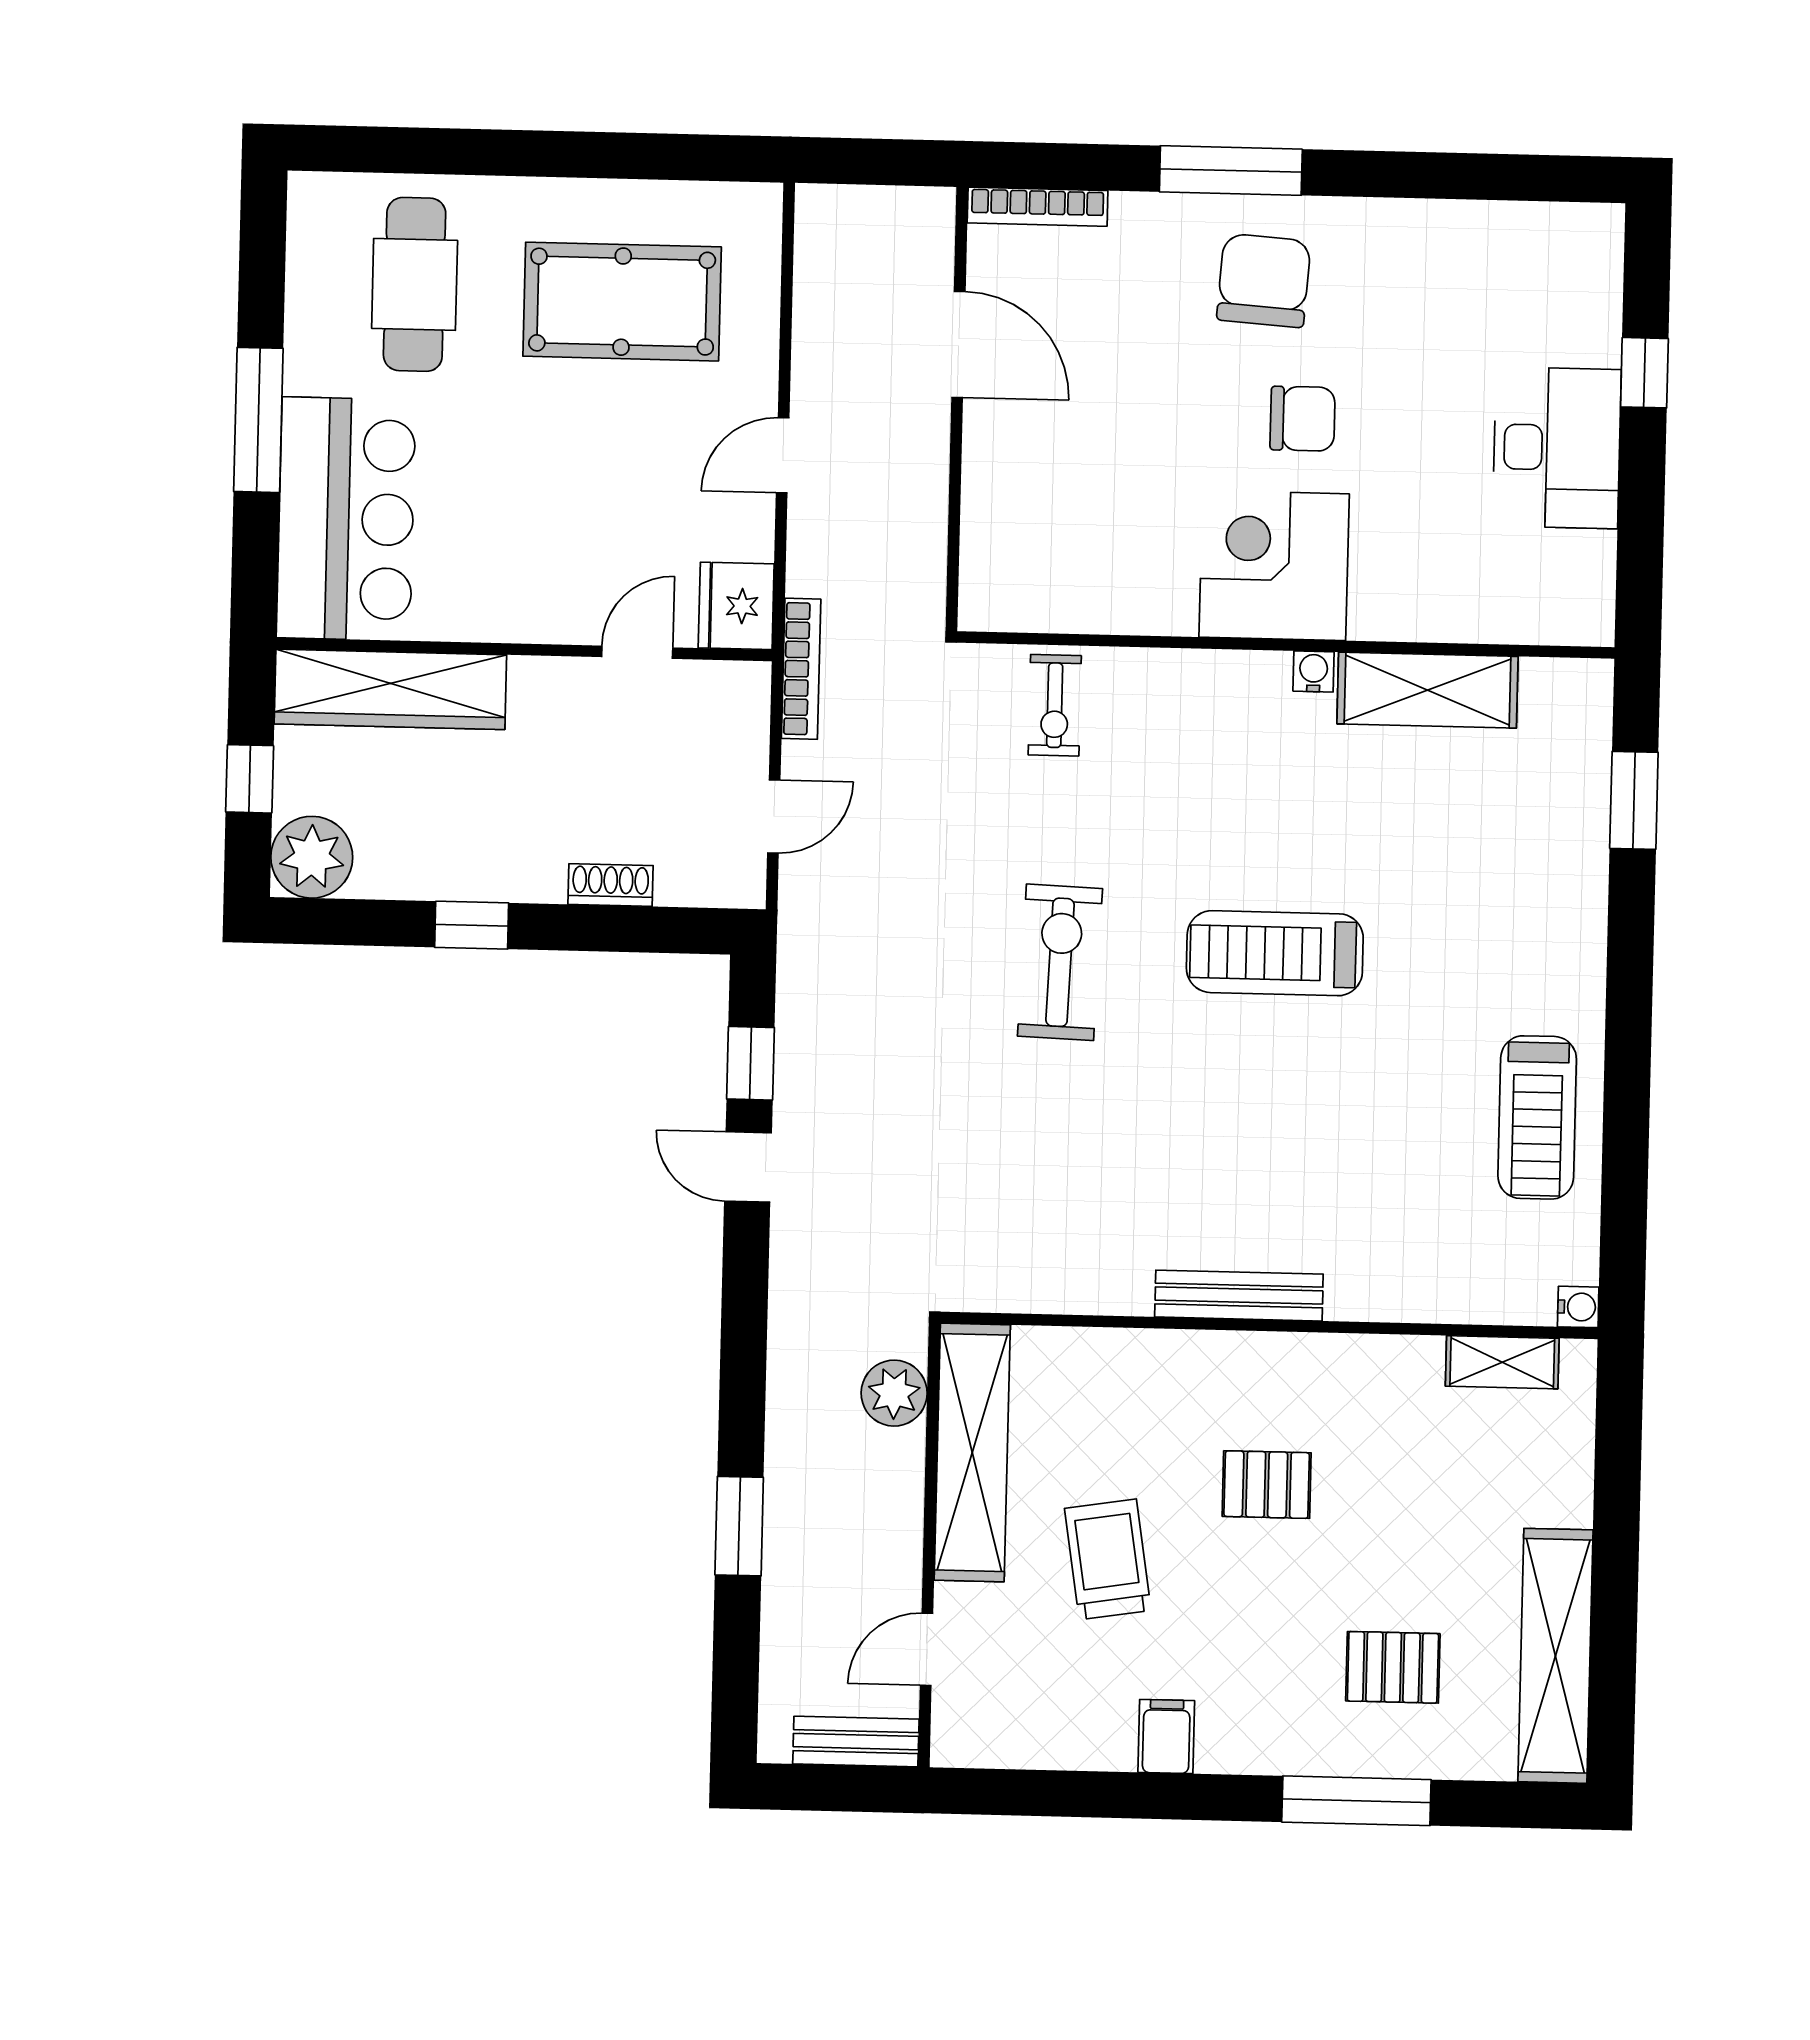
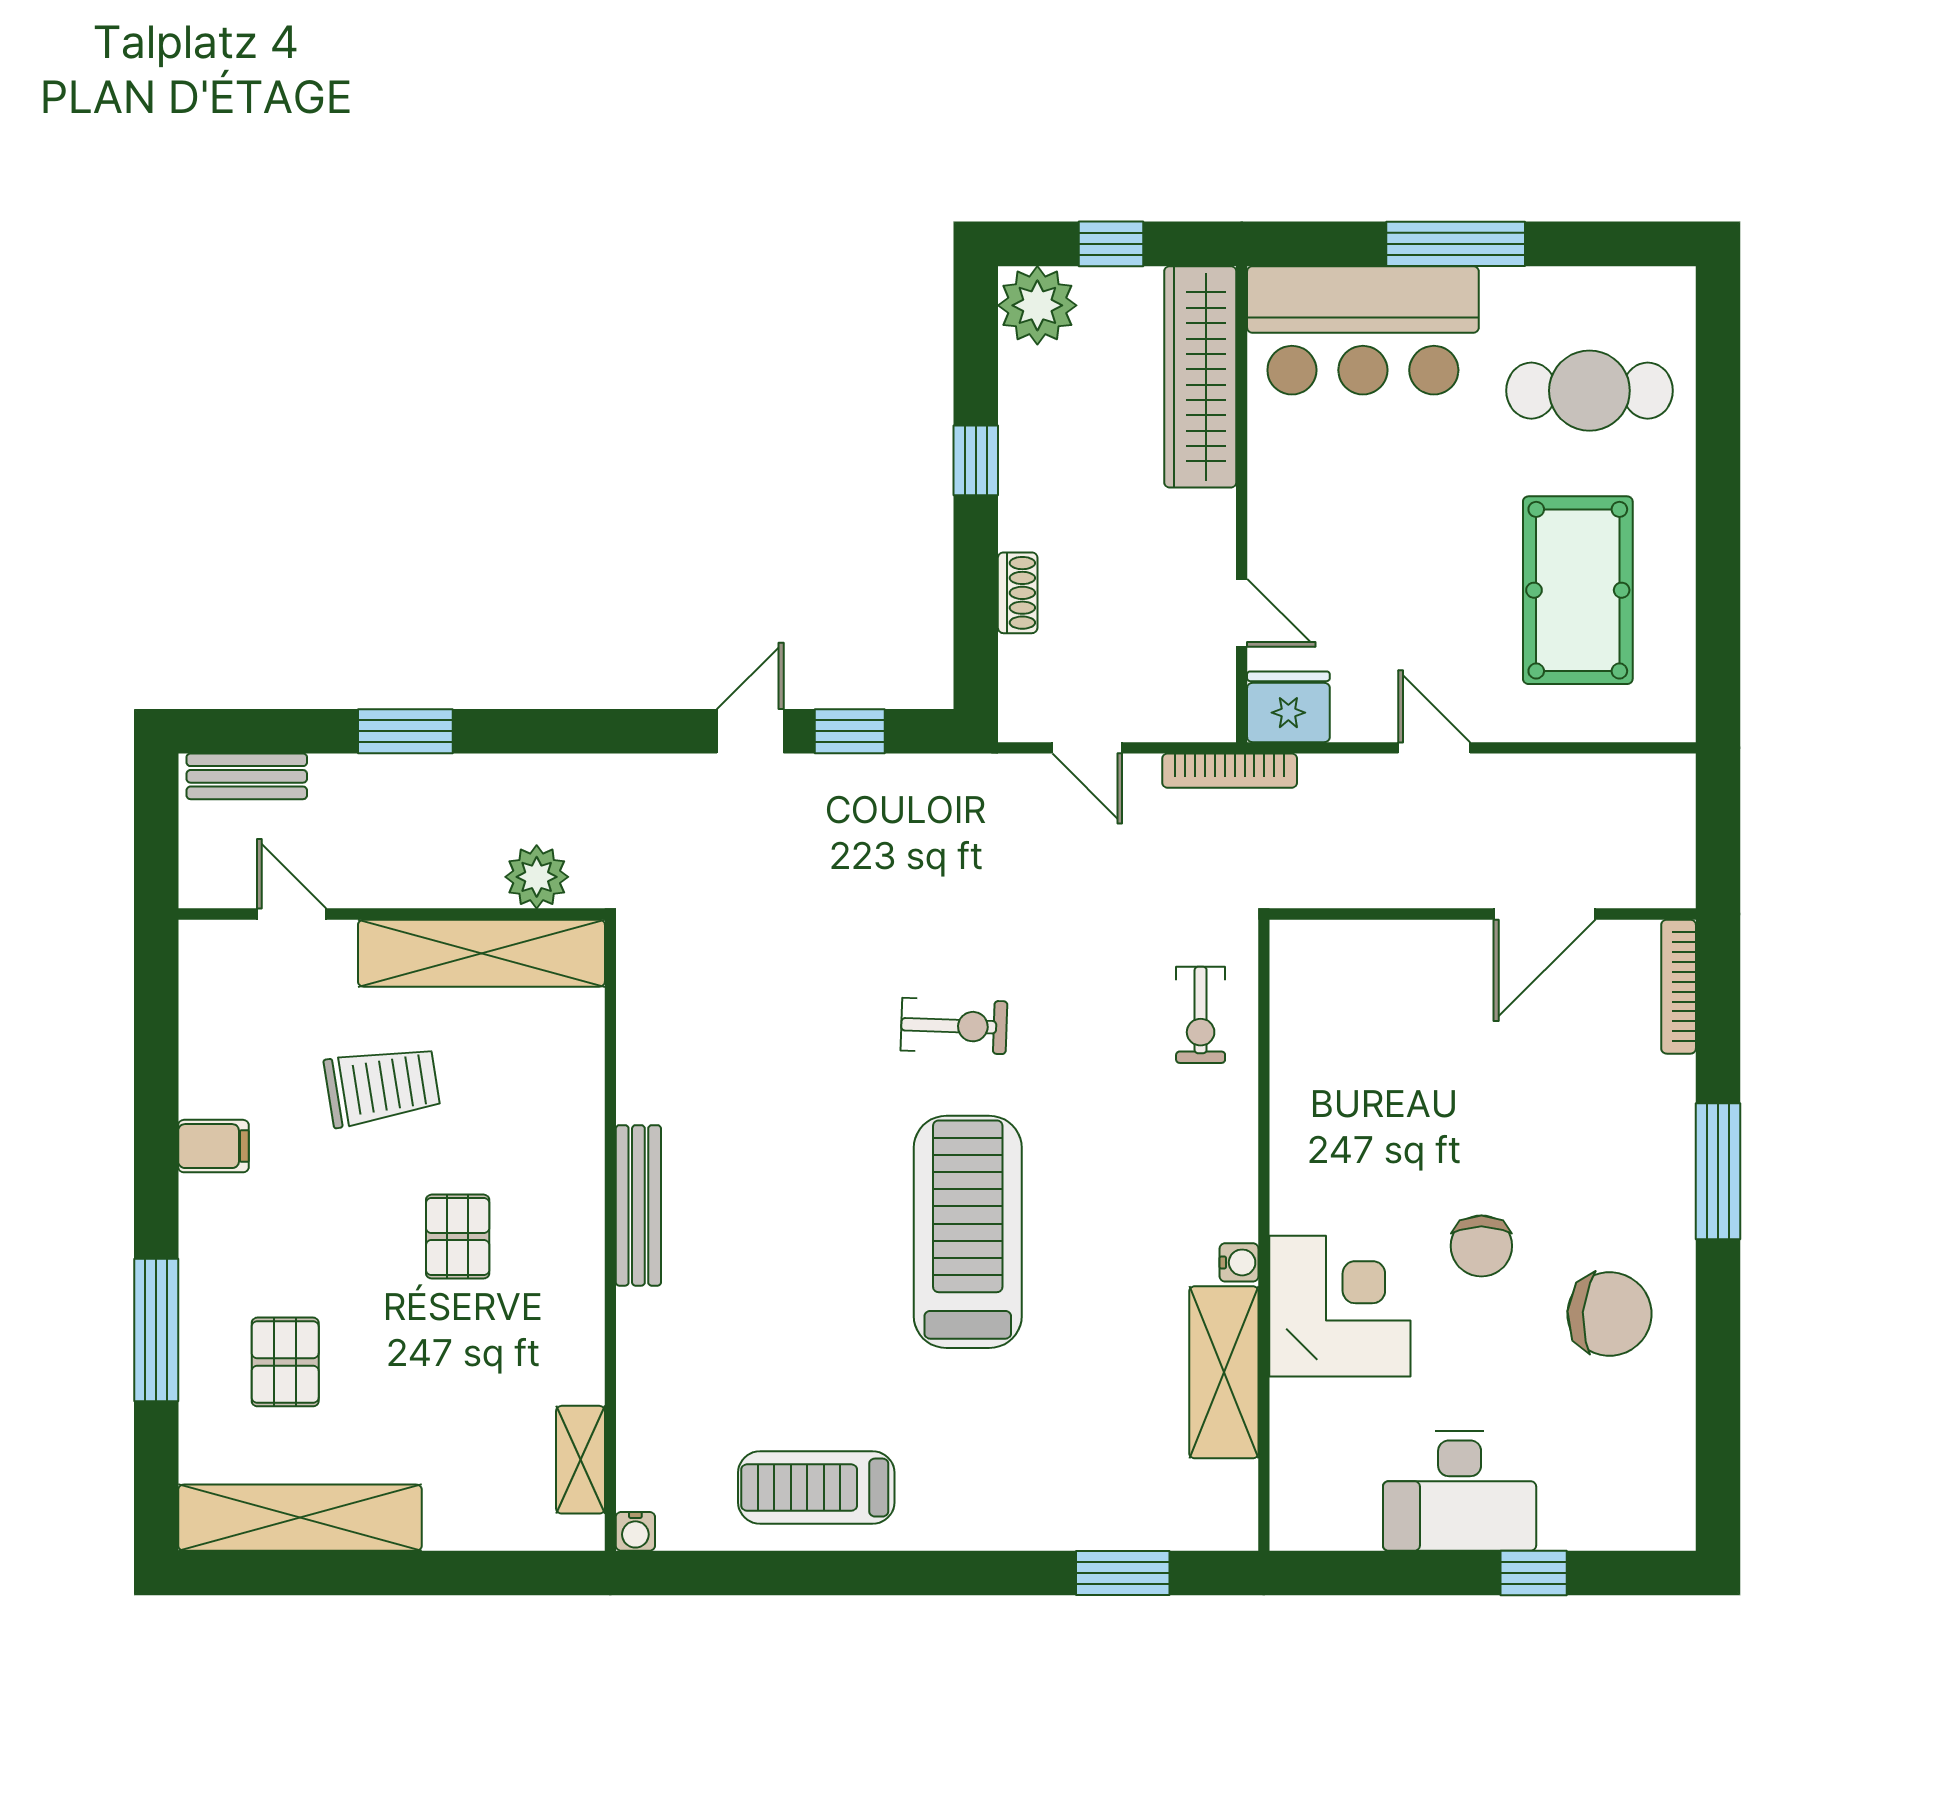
chair: (1264, 280) -> (1609, 1314), moved
corner desk: (1274, 565) -> (1340, 1306), moved
exercise bike: (1055, 705) -> (1201, 1015), turned -90
treadmill: (1275, 953) -> (968, 1232), width x1.37, depth x1.38
exercise bike: (1060, 962) -> (954, 1026), width x0.73, depth x0.72
bench: (856, 1742) -> (247, 776), moved, turned 90

